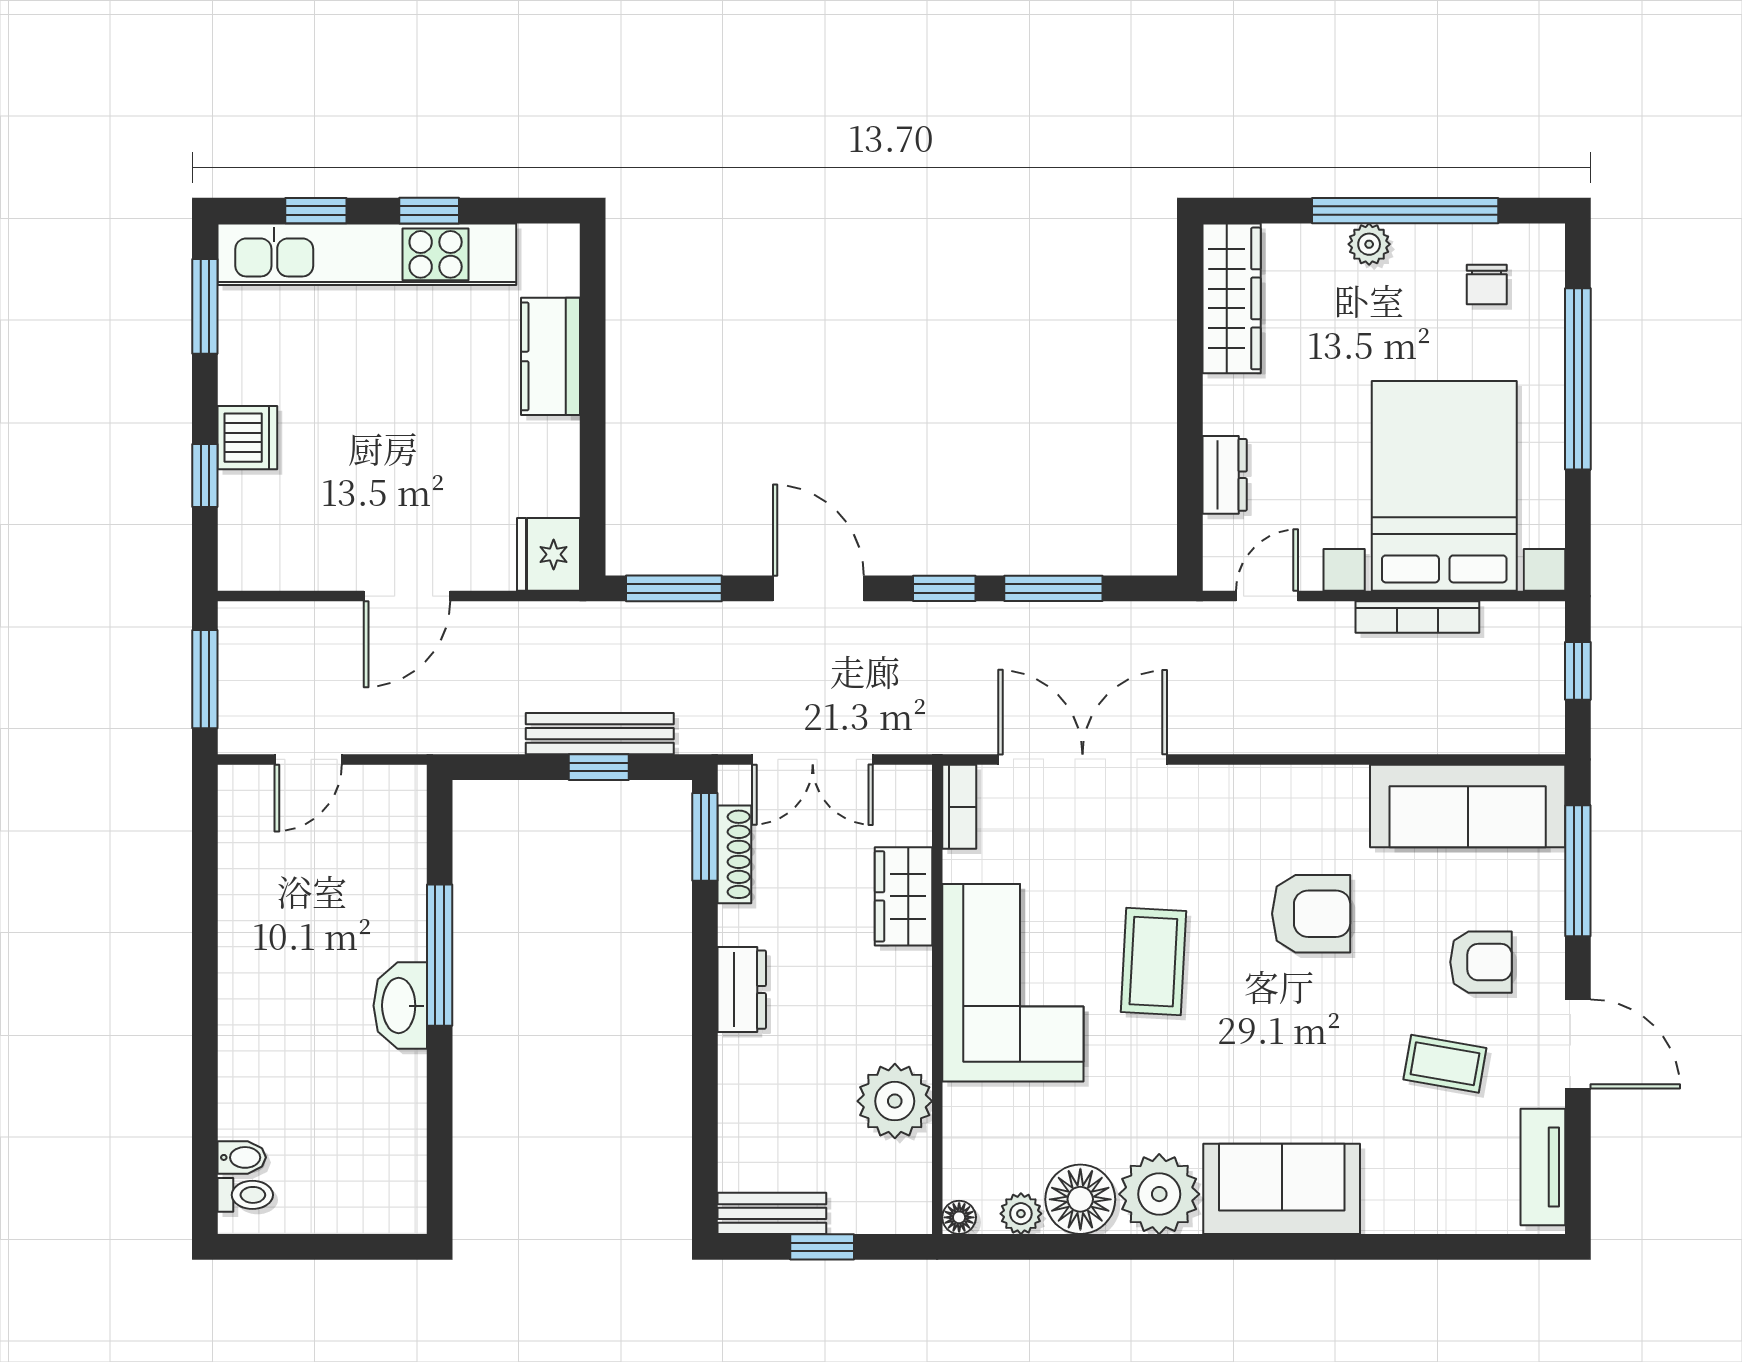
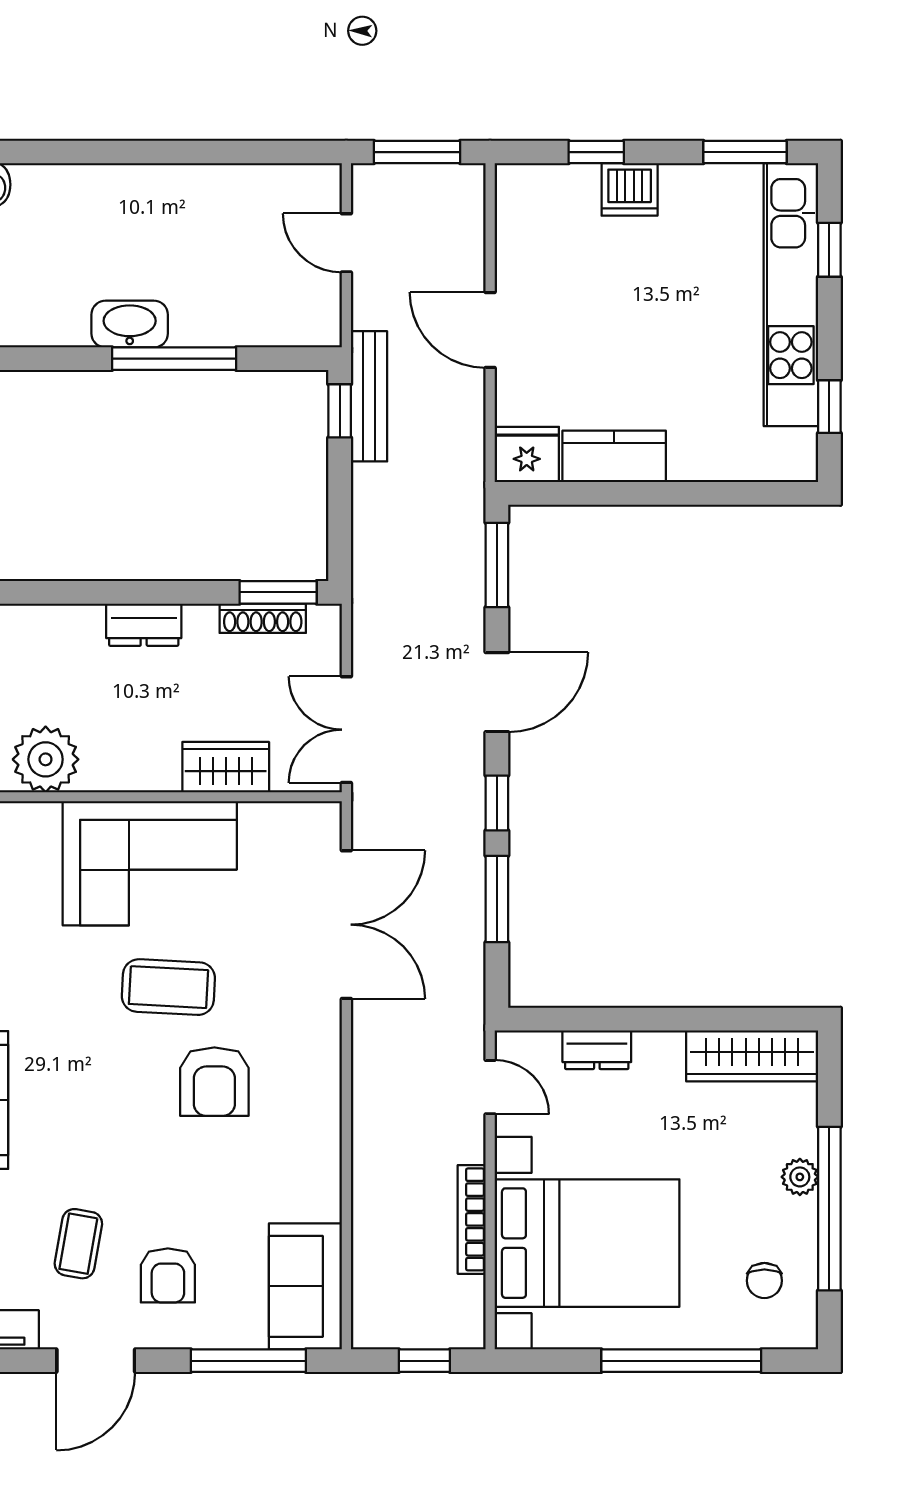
window: (429, 211) -> (829, 407), moved
chair: (1487, 284) -> (764, 1281), turned -90
kitchen counter: (551, 356) -> (614, 456), moved
bench: (600, 734) -> (369, 396), moved
double door: (813, 759) -> (346, 730), moved
window: (599, 767) -> (340, 411), moved
sofa: (1468, 806) -> (305, 1286), width x0.73
bookcase: (959, 807) -> (305, 816), removed
armchair: (1311, 914) -> (214, 1082), moved

